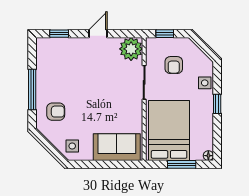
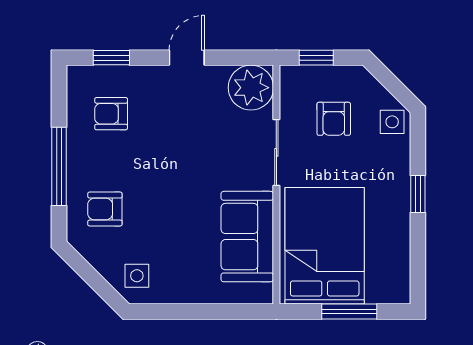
armchair: (59, 62) -> (111, 114), added
side table: (205, 83) -> (392, 122), moved
armchair: (56, 112) -> (105, 209), turned 180
sofa: (117, 147) -> (247, 237), moved, turned -90
floor lamp: (208, 156) -> (401, 294), removed

